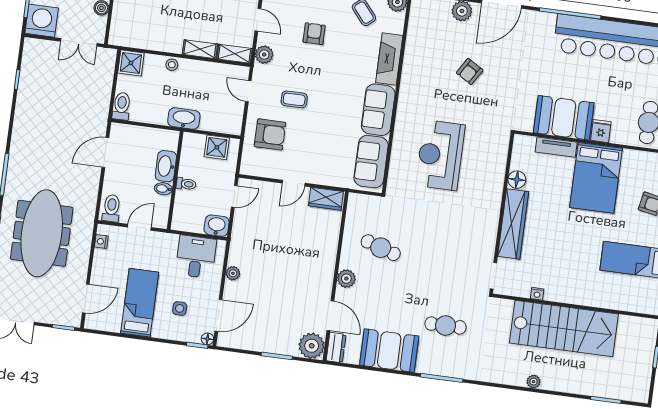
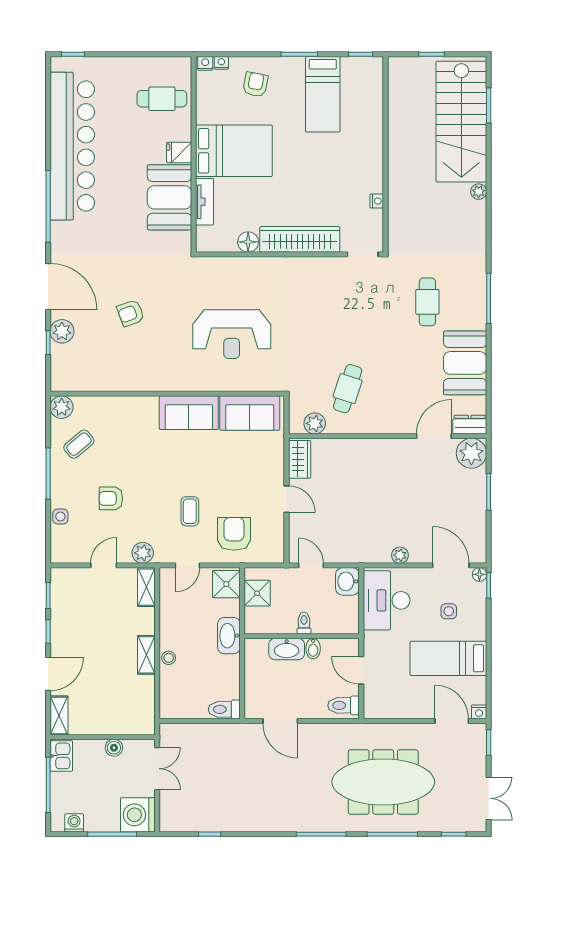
shelving: (200, 49) -> (146, 655), moved
fireplace: (389, 59) -> (129, 408), removed
shower: (131, 63) -> (226, 584), moved
armchair: (470, 72) -> (131, 313), turned 129
nightstand: (101, 241) -> (479, 712), moved
desk: (196, 257) -> (387, 600), width x1.37
plant: (346, 279) -> (315, 423), moved
stairs: (564, 329) -> (461, 122), moved, turned 180

